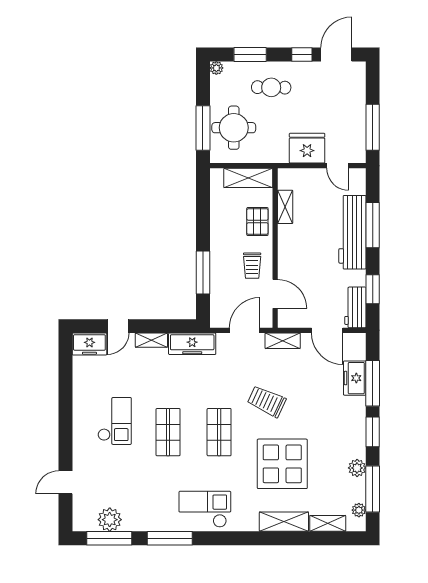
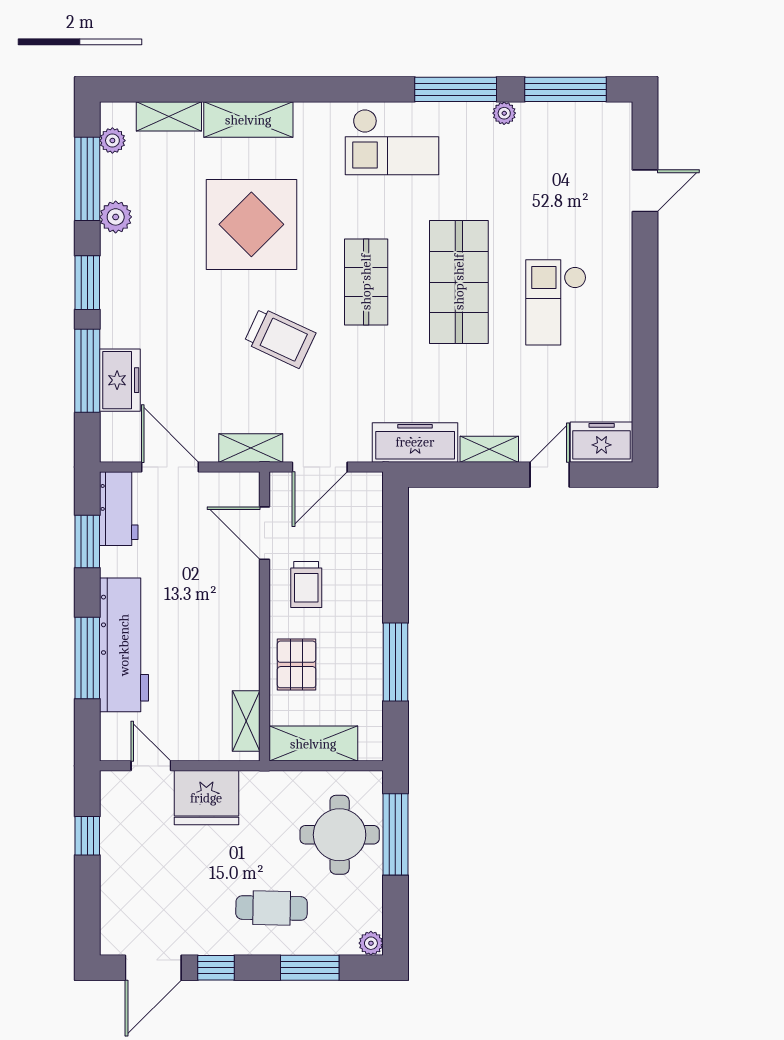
window: (373, 127) -> (87, 836), width x0.46
shelving: (285, 207) -> (246, 721), moved
trolley: (252, 266) -> (306, 584), turned 180
window: (203, 273) -> (395, 662), moved
shop shelf: (168, 432) -> (459, 282), width x1.43, depth x1.36
plant: (110, 520) -> (504, 113), moved, width x0.53, depth x0.53

